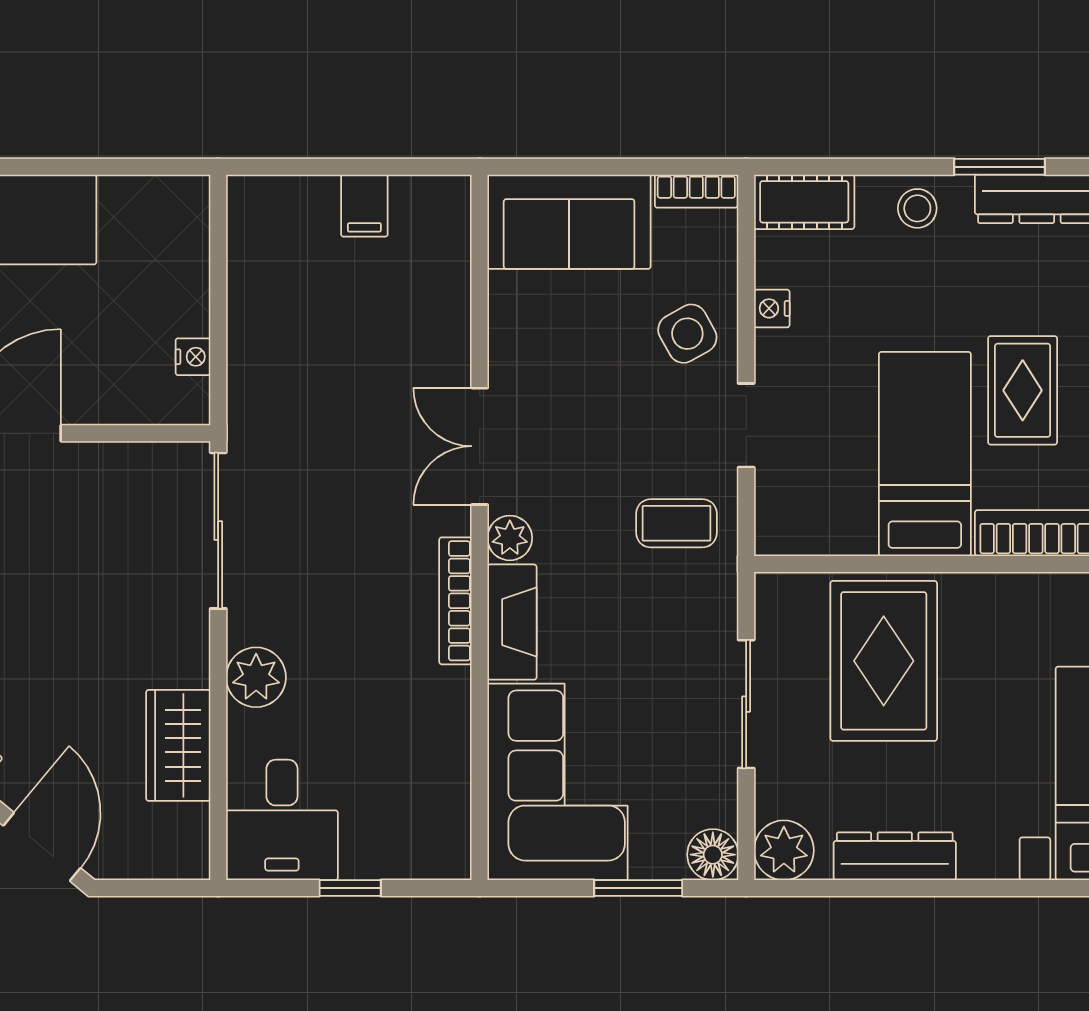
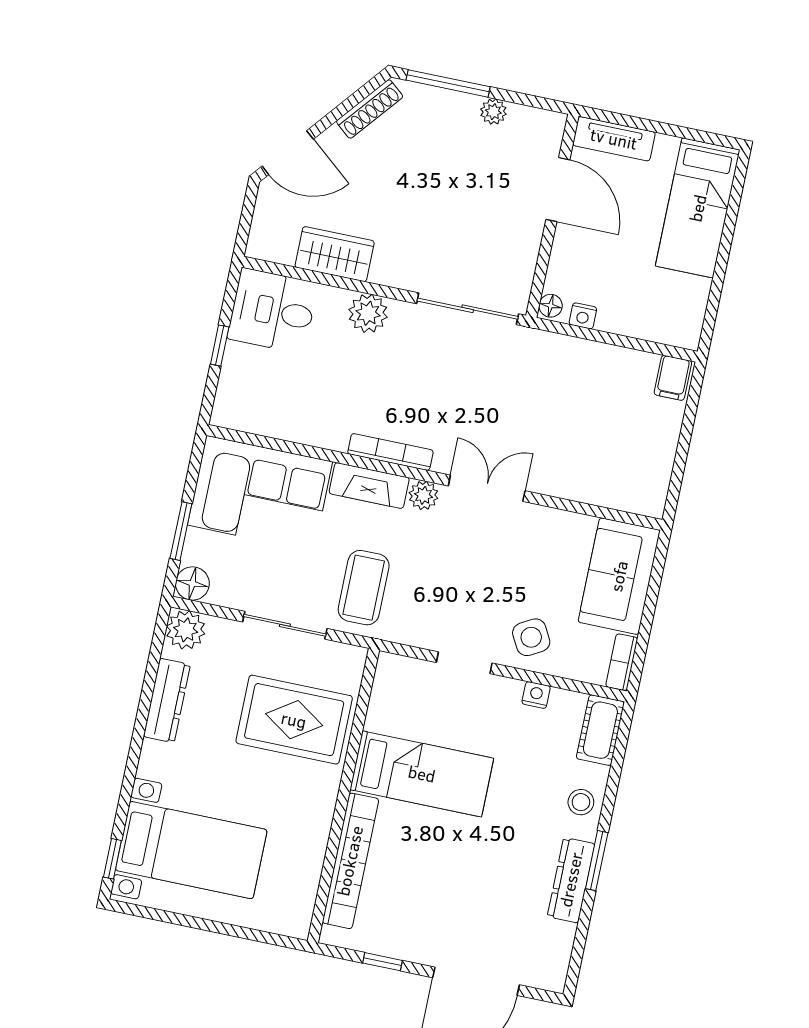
filing cabinet: (364, 206) -> (673, 378), moved, turned -90
rug: (1023, 390) -> (450, 845), removed
floor lamp: (188, 408) -> (551, 306), added
coffee table: (676, 523) -> (364, 588), moved, width x1.36, depth x1.30

